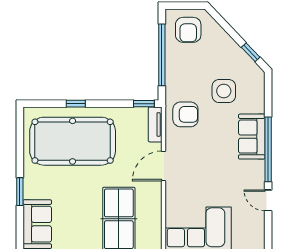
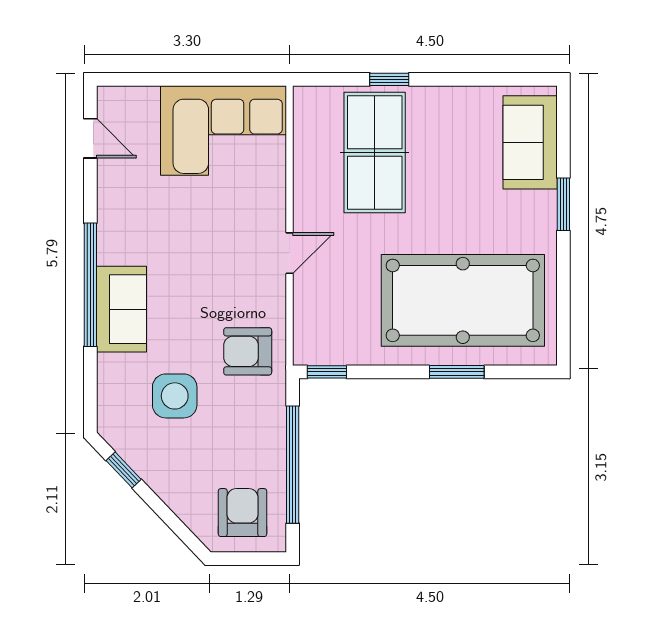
window: (76, 104) -> (457, 372), width x1.50
tv unit: (155, 124) -> (305, 332), removed
door: (164, 166) -> (290, 253), width x0.73
door: (268, 200) -> (90, 138), moved

